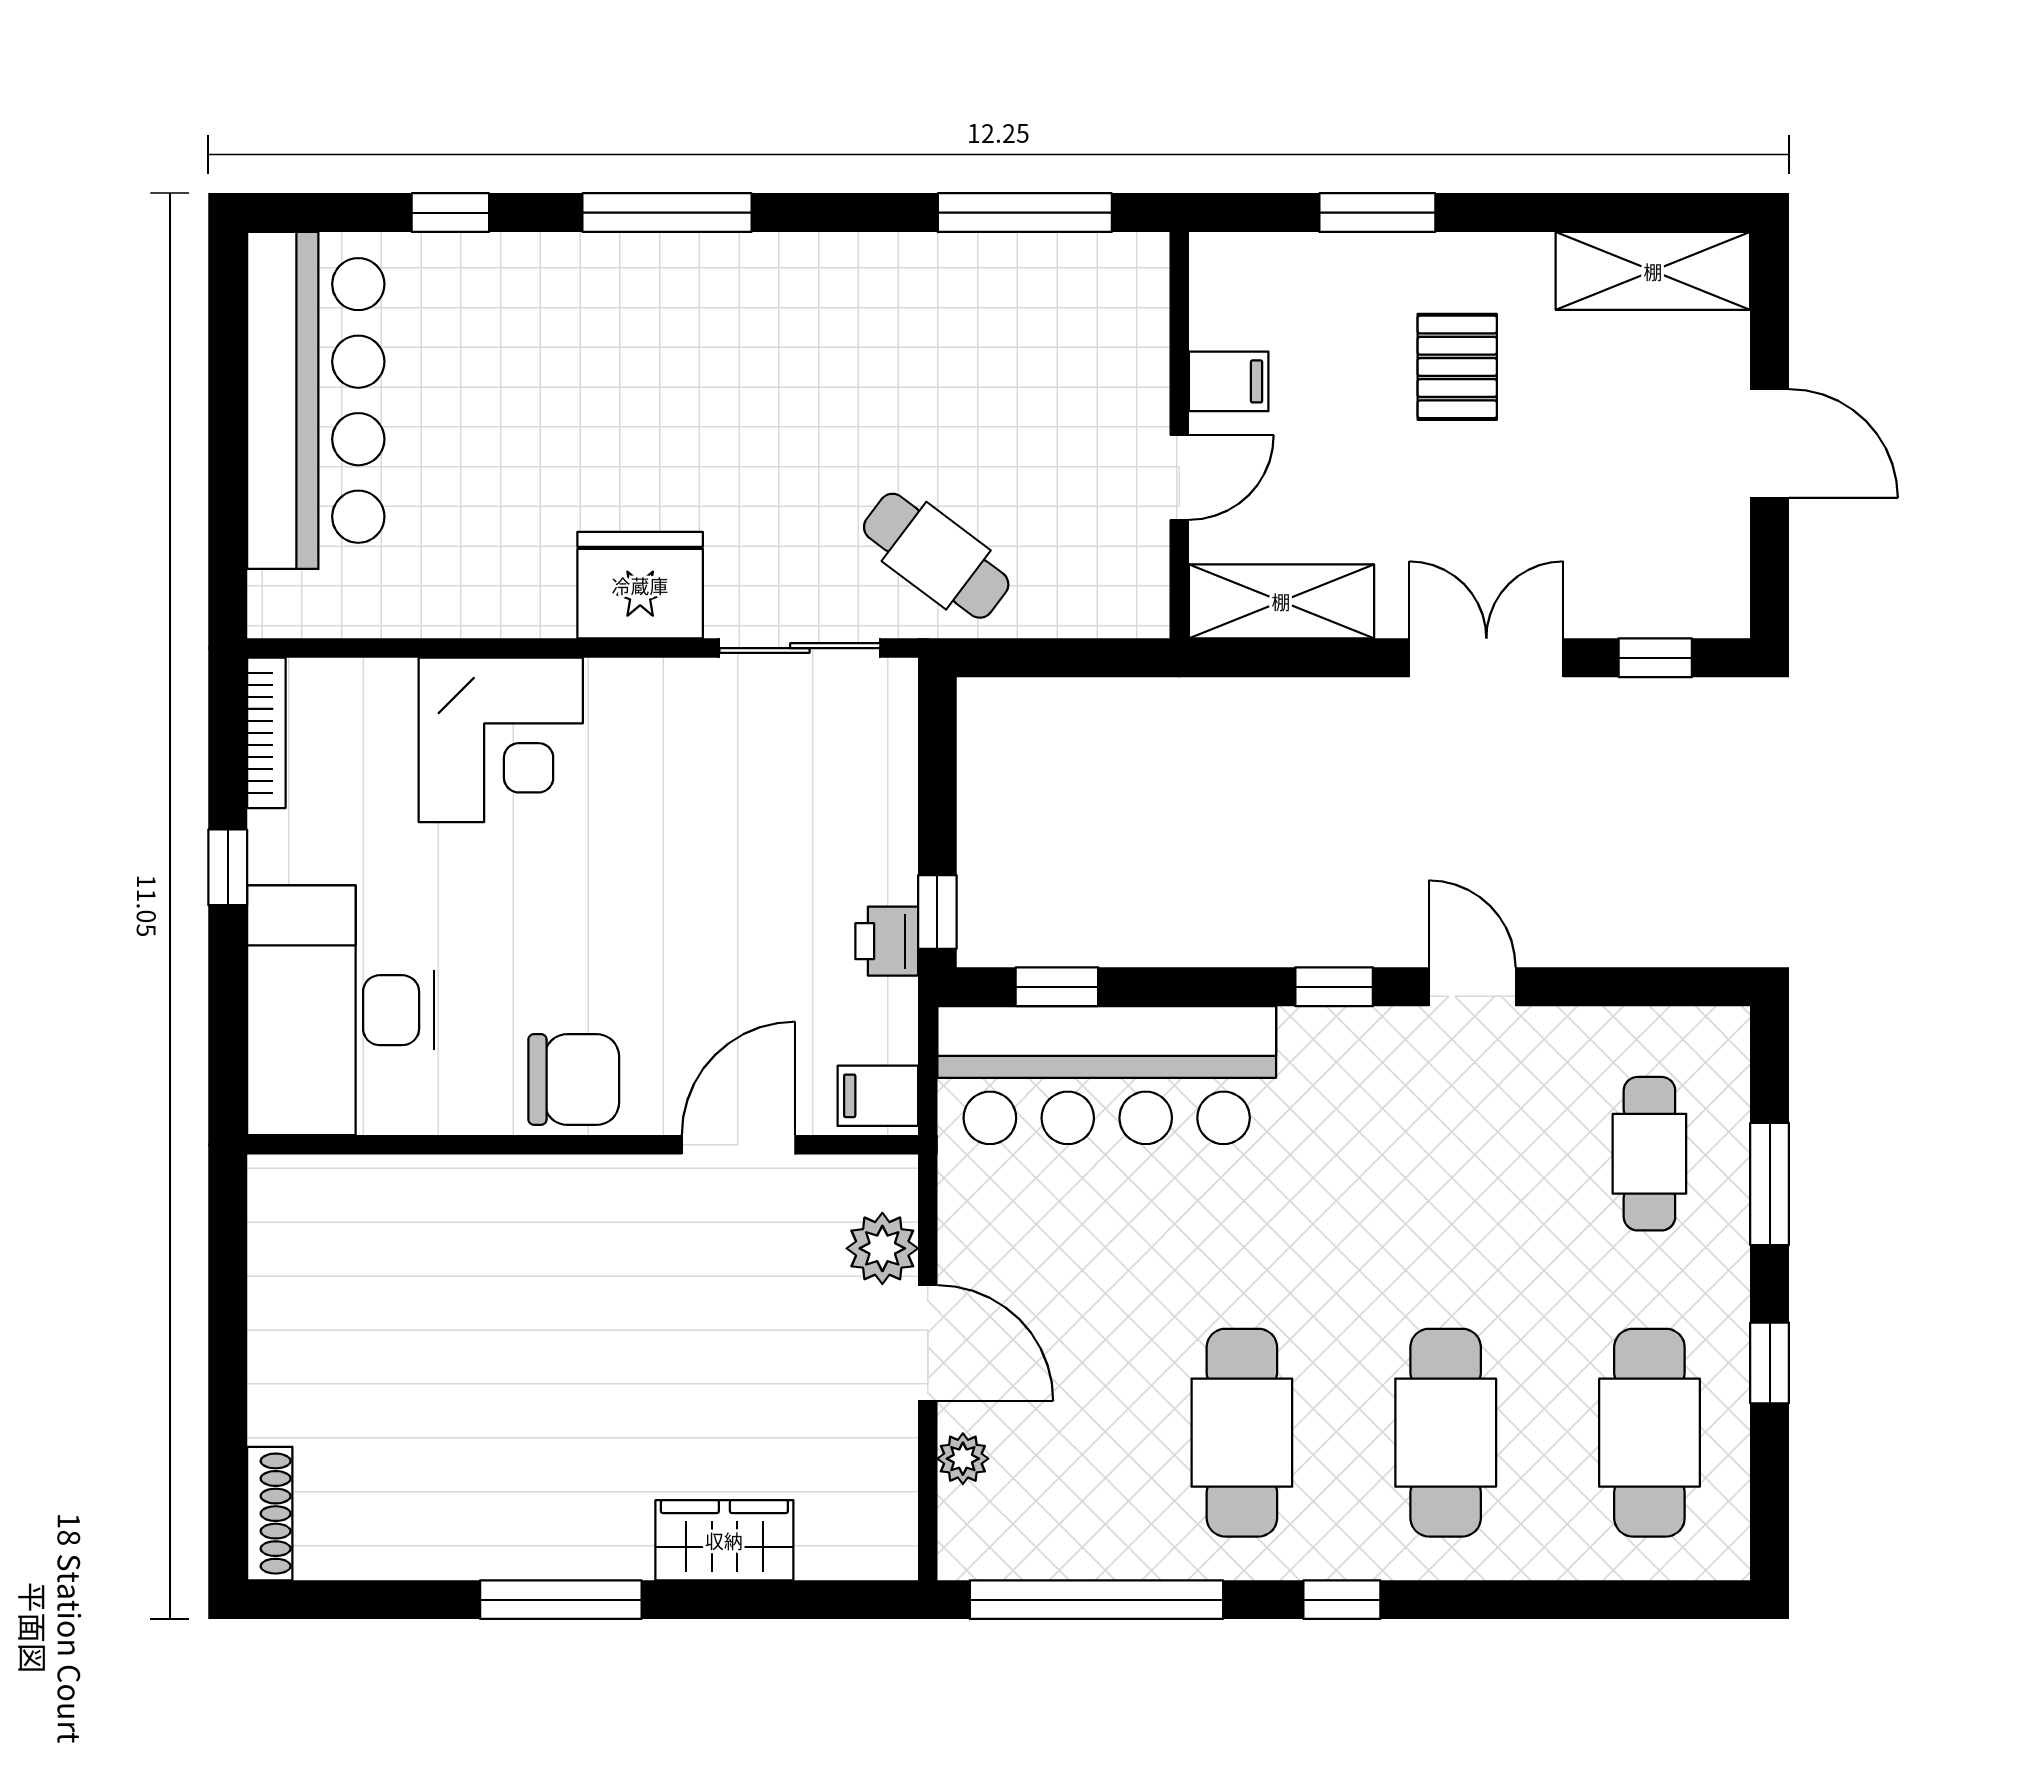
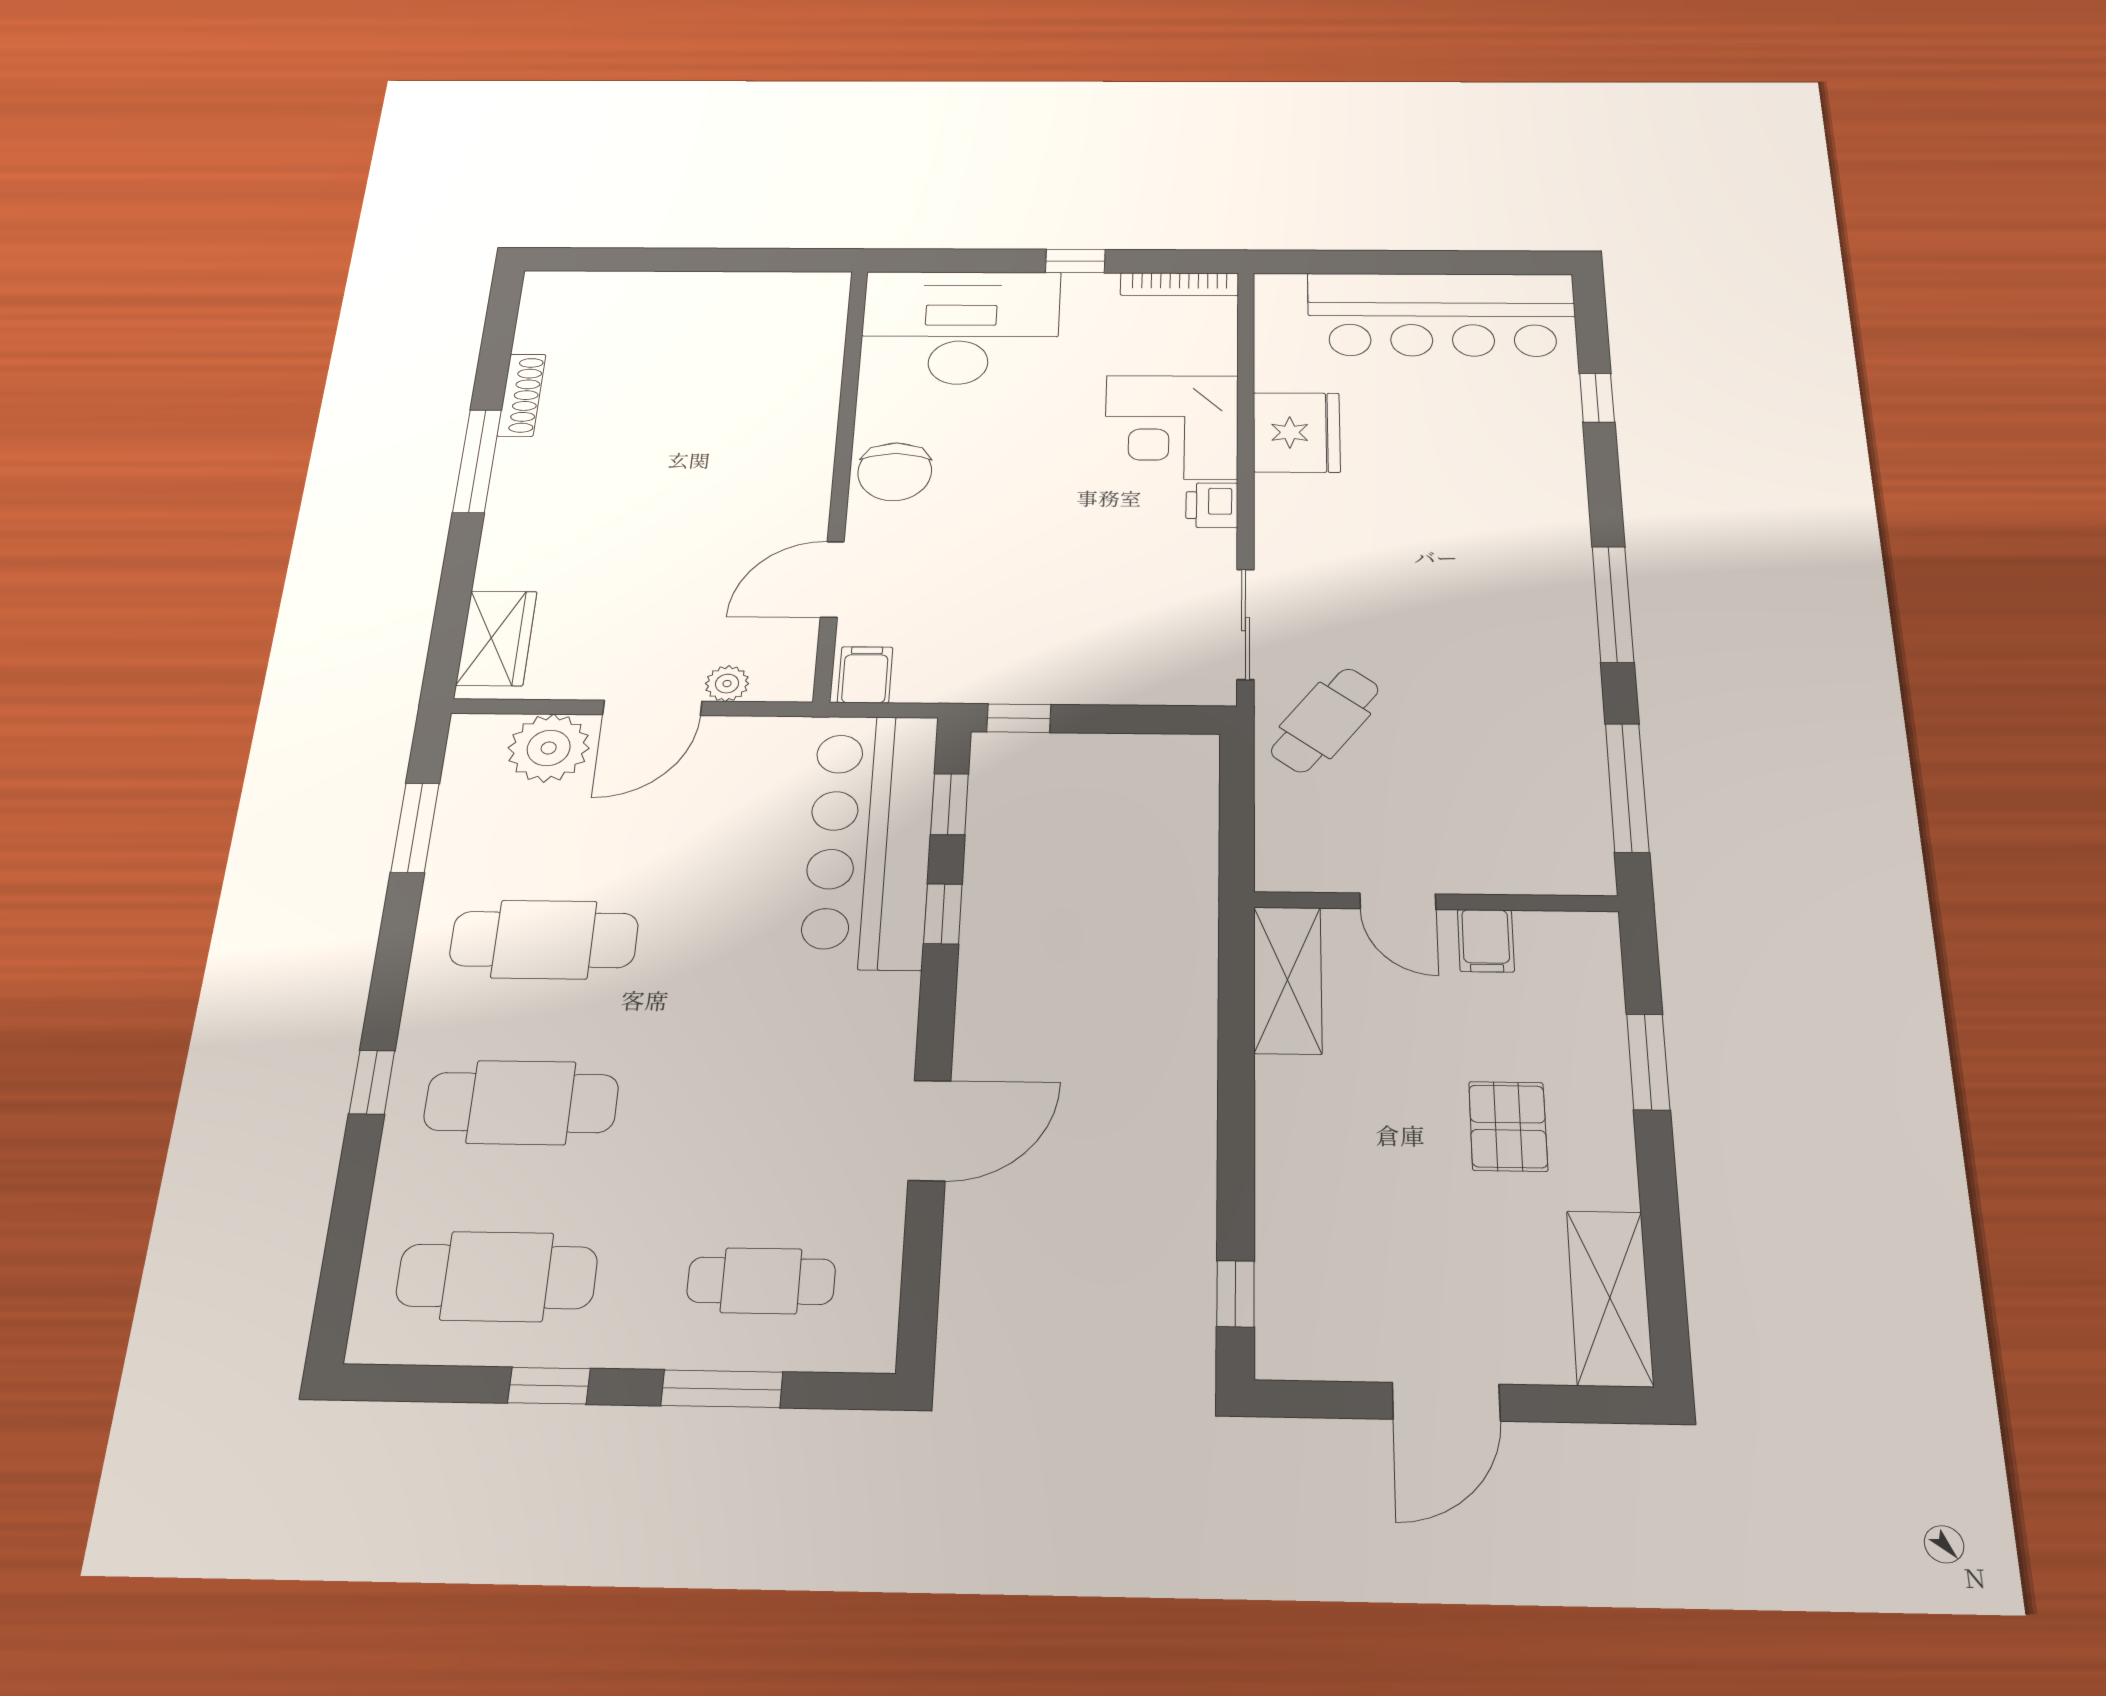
window: (667, 213) -> (1613, 604), moved
pallet: (1457, 367) -> (1508, 1126), turned 90
fridge: (640, 585) -> (1297, 432), moved
double door: (1486, 658) -> (1236, 1147), removed
printer: (887, 941) -> (1212, 505), moved, turned -90
window: (1334, 987) -> (943, 914), moved
door: (1472, 987) -> (930, 1130), width x1.38
door: (739, 1145) -> (832, 579), swing flipped
plant: (882, 1248) -> (727, 684), width x0.73, depth x0.73
plant: (963, 1459) -> (549, 748), width x1.87, depth x1.87
shoe rack: (270, 1514) -> (521, 395), moved, turned -90
wardrobe: (724, 1540) -> (497, 638), moved
window: (1096, 1600) -> (415, 828), width x0.47
window: (1342, 1600) -> (372, 1082), moved

